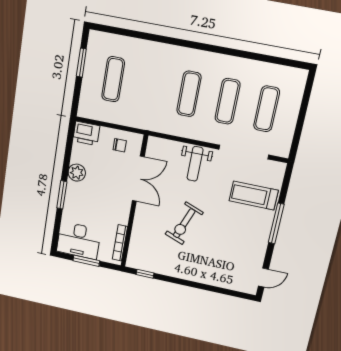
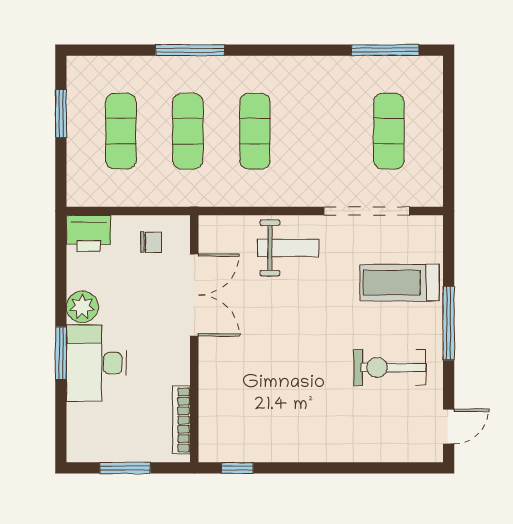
window: (160, 39) -> (190, 50), added
window: (275, 60) -> (385, 50), added
exercise mat: (228, 101) -> (188, 131), moved
weight bench: (195, 164) -> (288, 248), turned -90
exercise bike: (184, 223) -> (390, 368), moved, turned 69
desk: (79, 240) -> (97, 363), moved, turned 90

